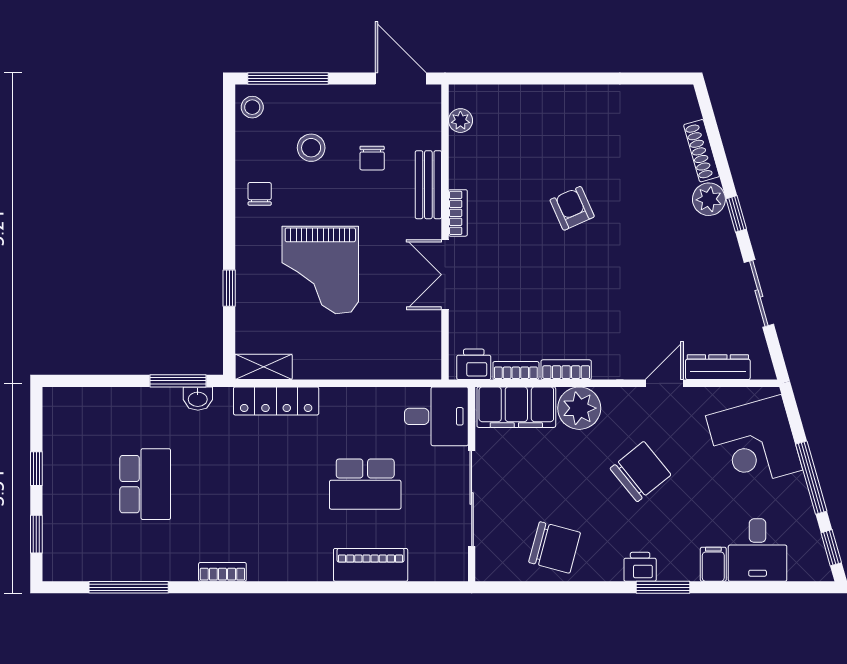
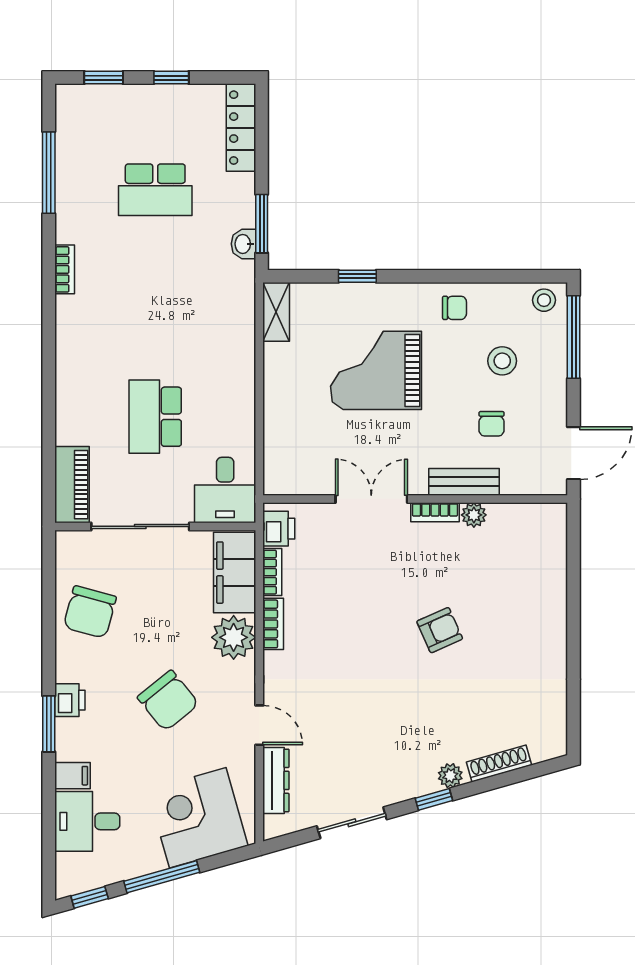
plant: (460, 121) -> (474, 515), moved
chair: (372, 158) -> (492, 424), turned -90
plant: (709, 199) -> (450, 776), width x0.73, depth x0.73
locker: (276, 401) -> (241, 128), moved
piano: (371, 565) -> (72, 485), moved

